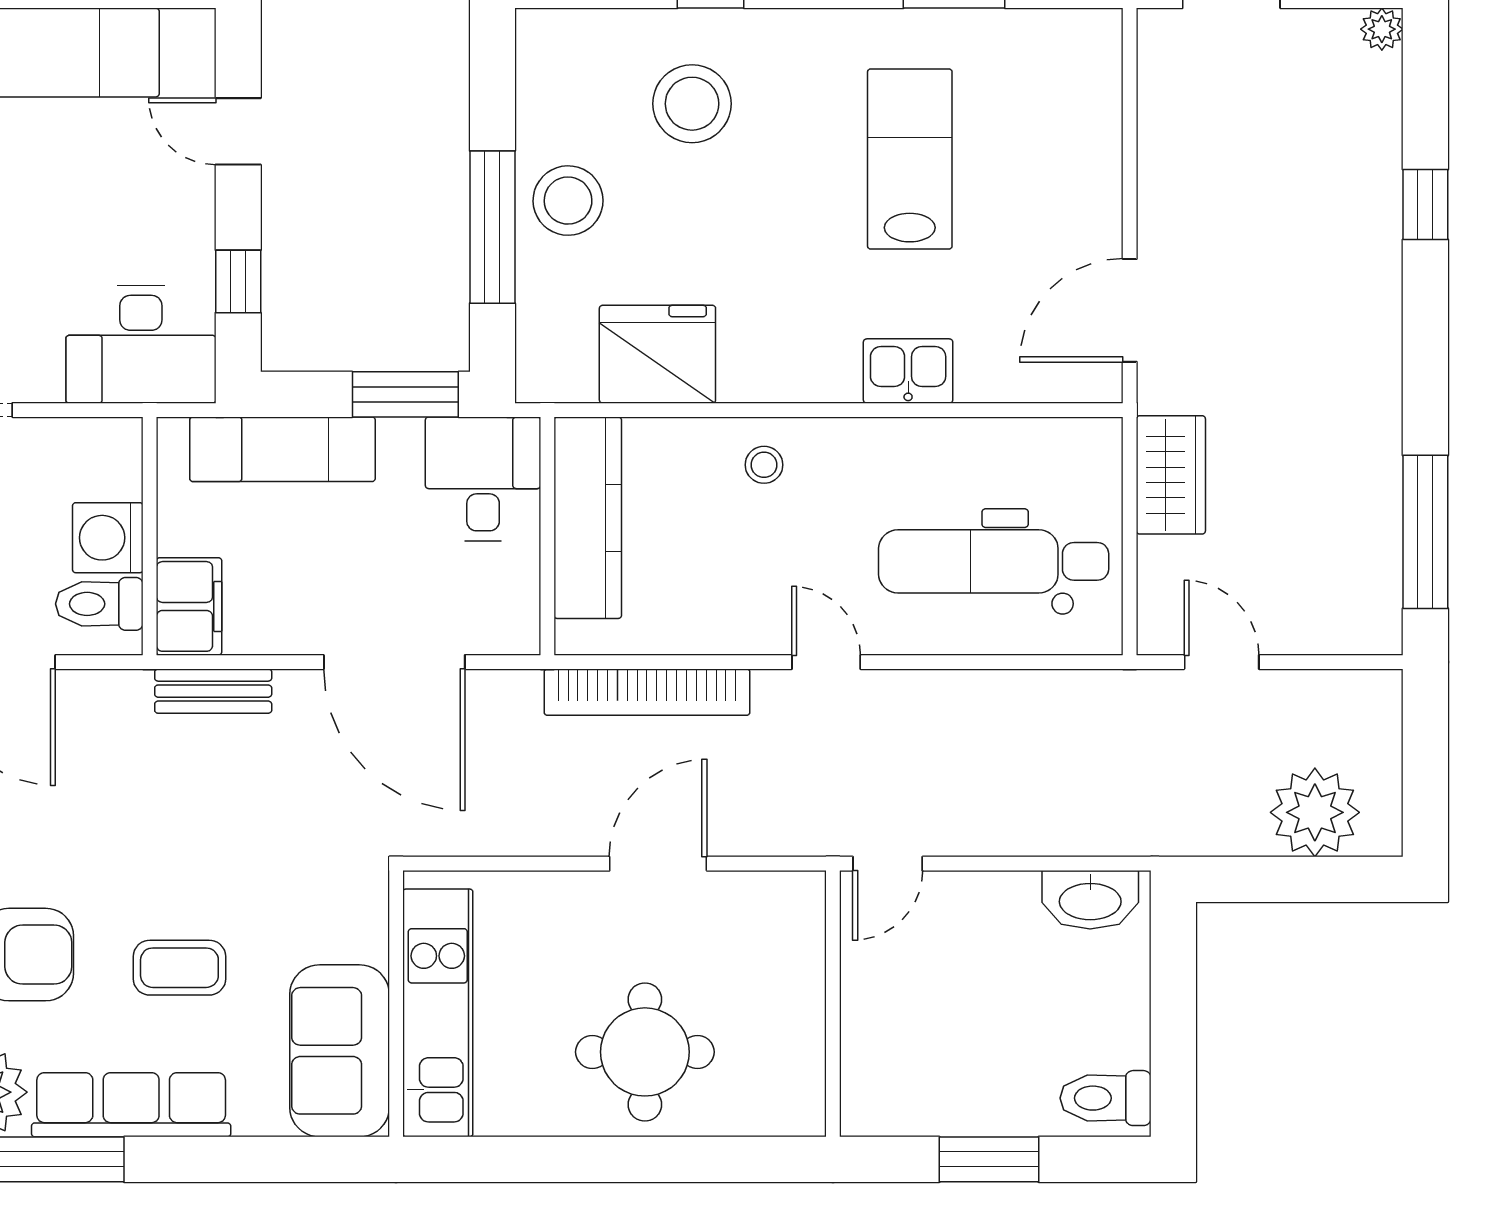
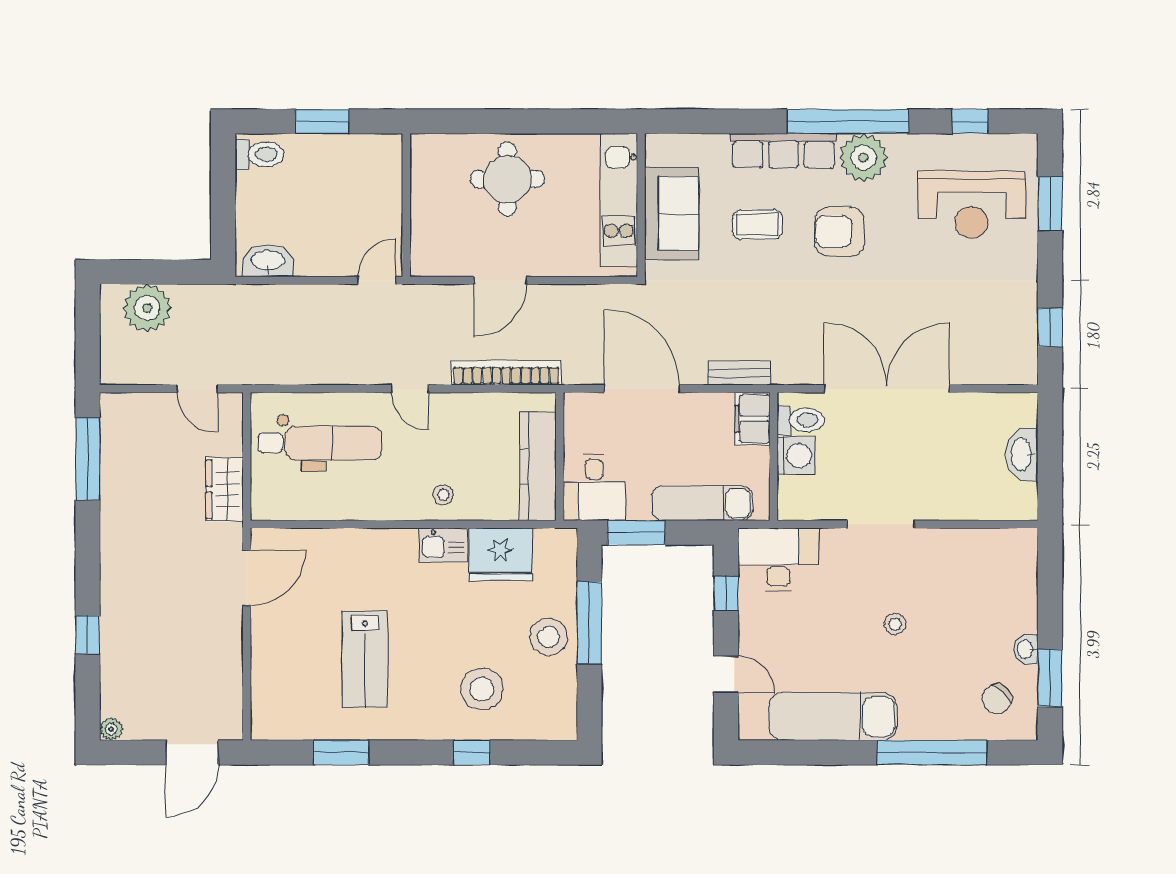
kitchen sink: (908, 371) -> (443, 545), moved
sofa: (340, 1051) -> (671, 213), moved

